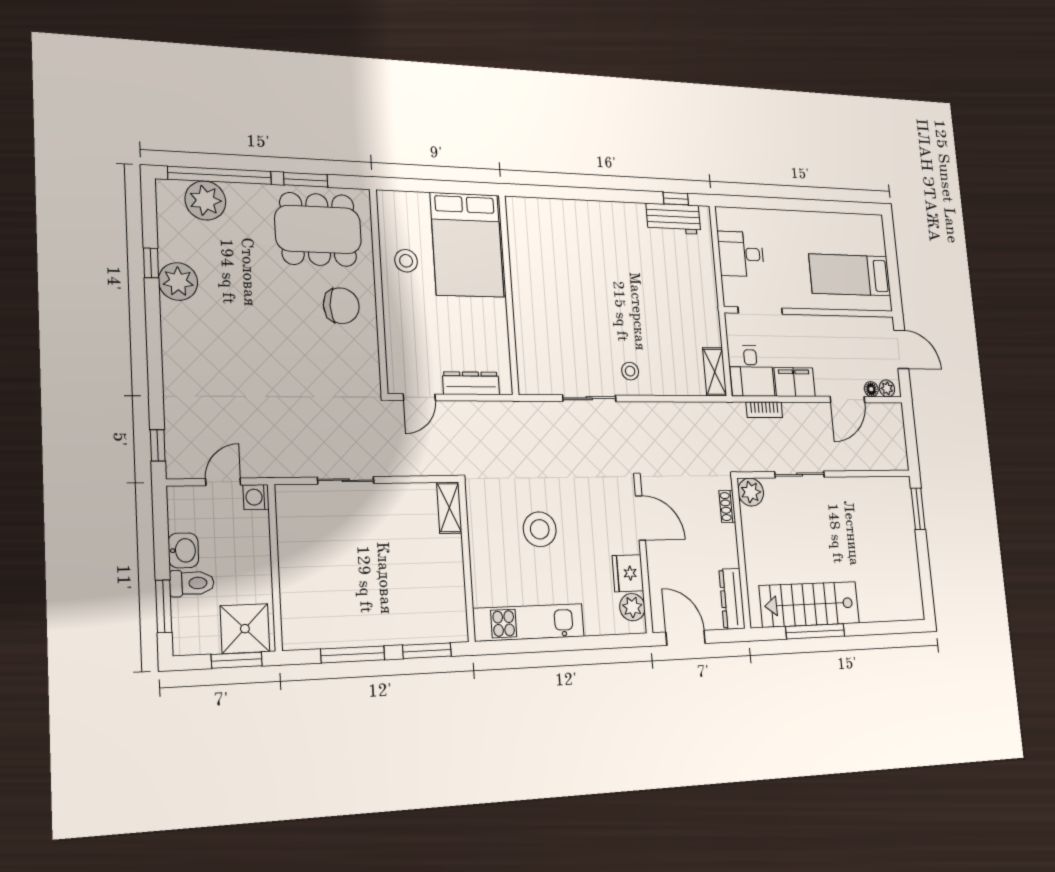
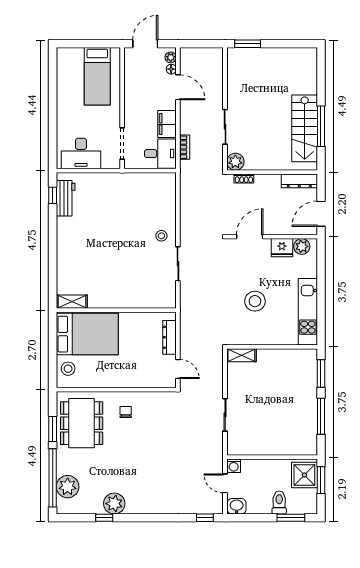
desk: (741, 254) -> (81, 153), width x1.37
stool: (406, 261) -> (68, 369), moved
chair: (341, 306) -> (126, 412), width x0.54, depth x0.54
shelving: (715, 372) -> (72, 302), moved
washbasin: (183, 550) -> (237, 506), moved

